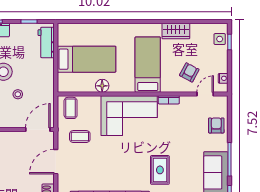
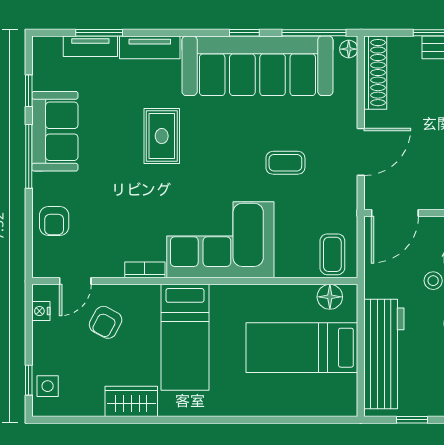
workbench: (46, 42) -> (384, 354), width x1.88, depth x1.32
floor lamp: (102, 86) -> (330, 297), moved
coffee table: (80, 137) -> (285, 163), moved

